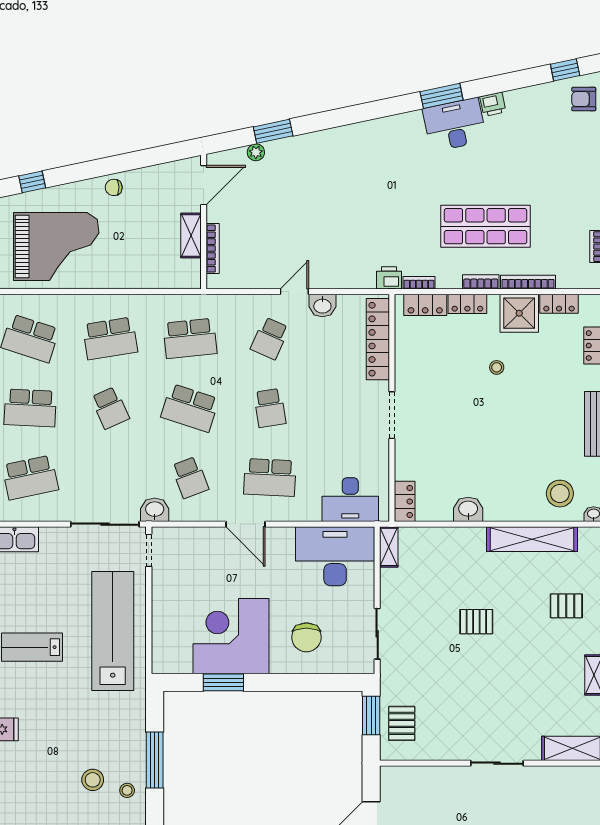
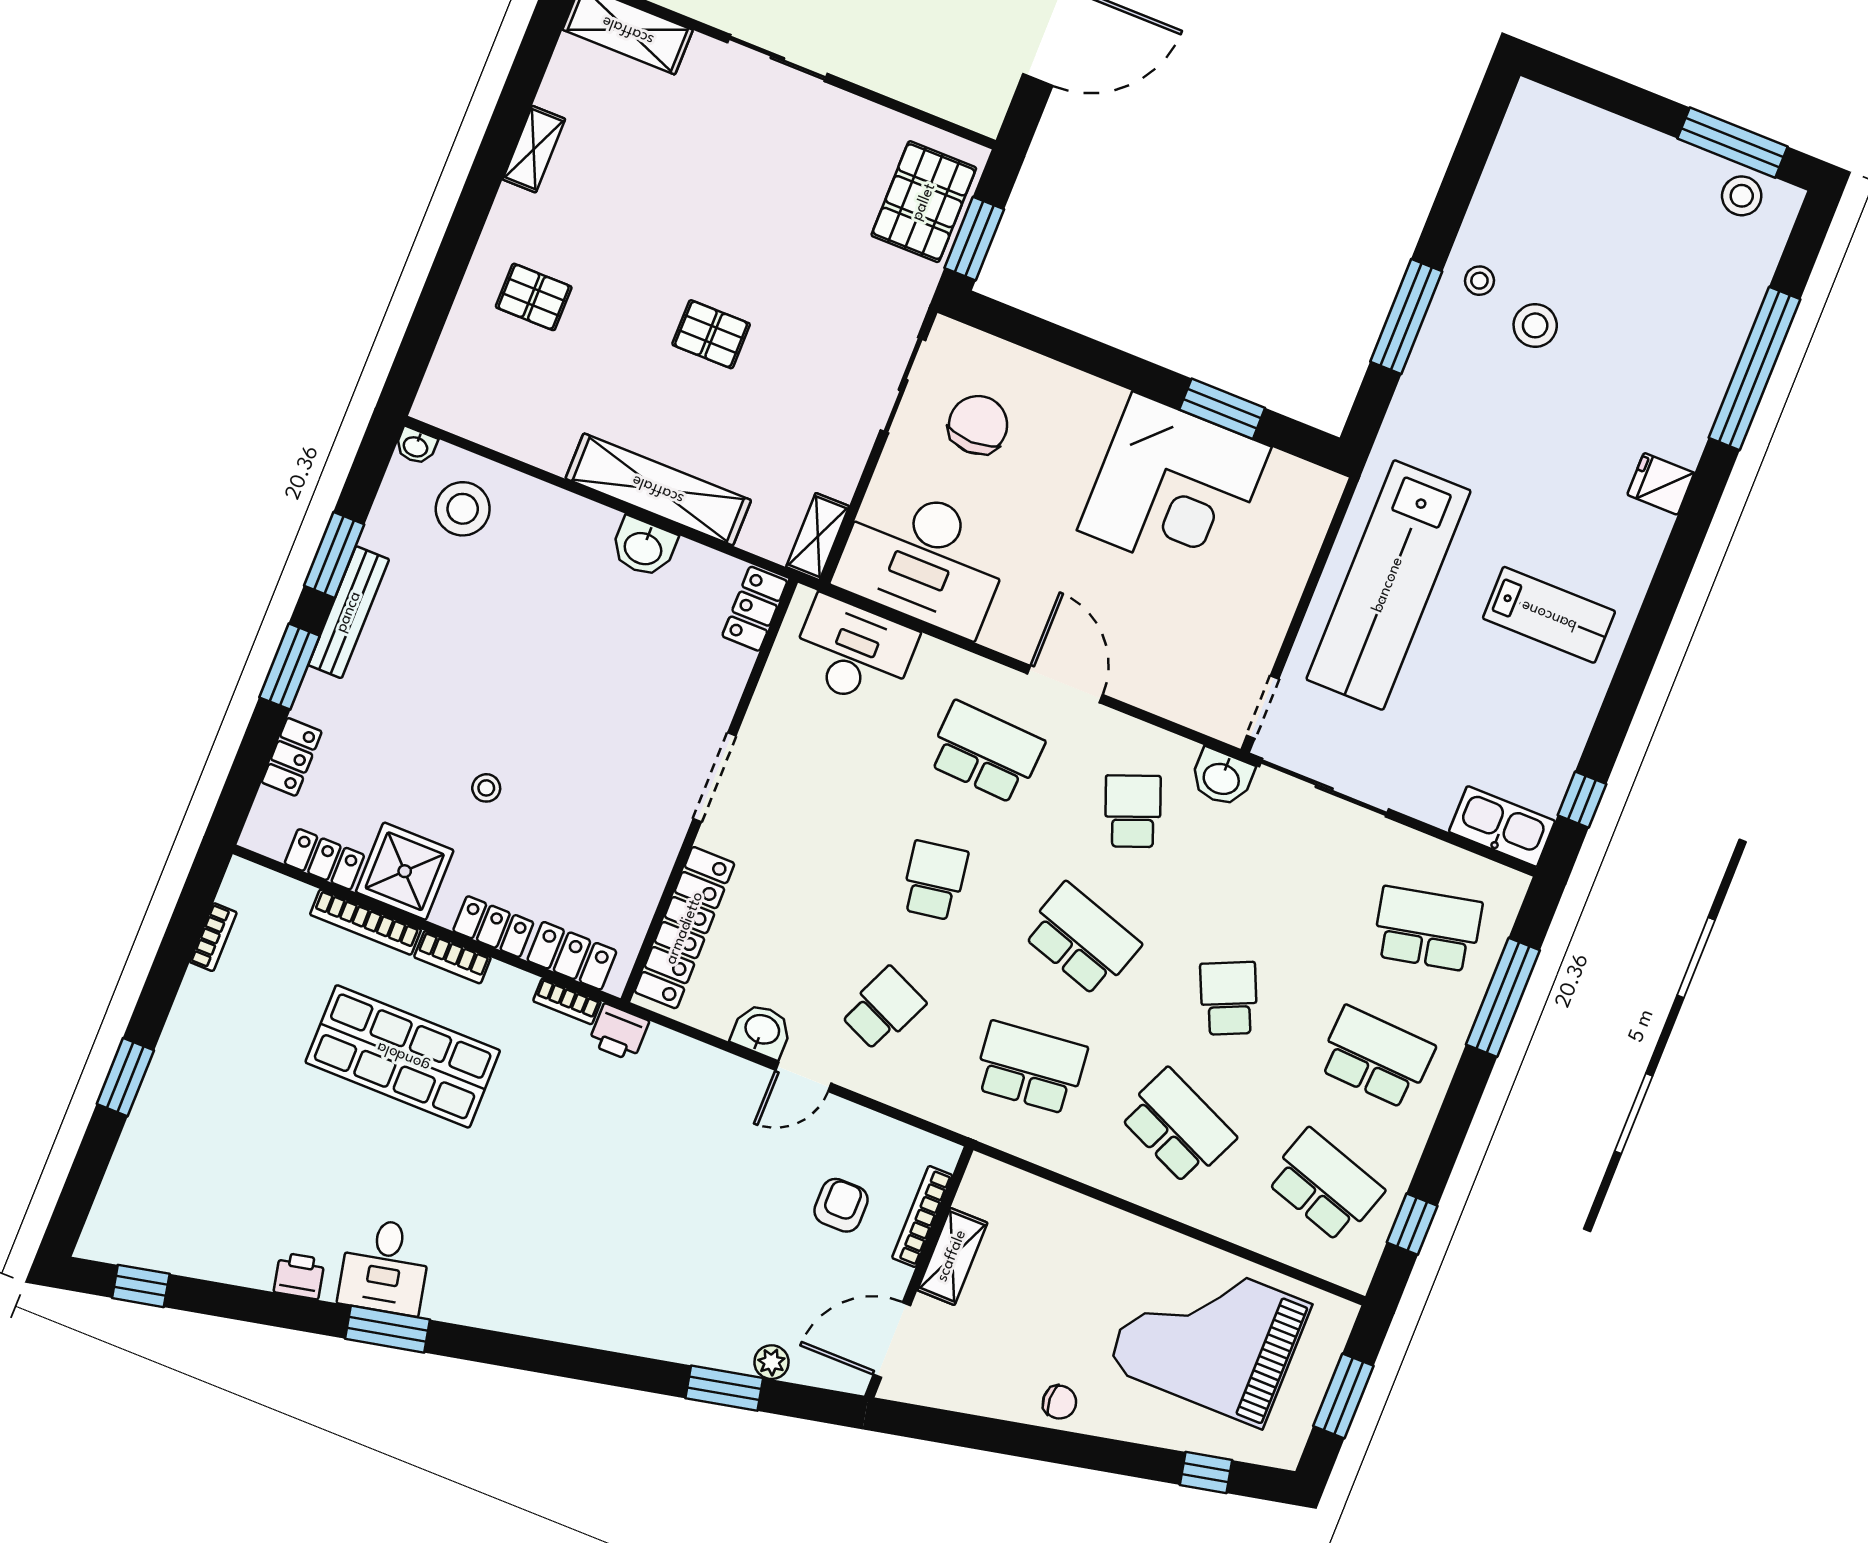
armchair: (584, 99) -> (841, 1205), moved, turned -90
desk: (455, 125) -> (385, 1266), width x0.73
school desk: (110, 338) -> (1178, 1127), turned 33
shelving: (532, 539) -> (658, 489), moved
chair: (306, 637) -> (978, 425), moved
pallet: (402, 723) -> (924, 202), width x1.50, depth x1.42

